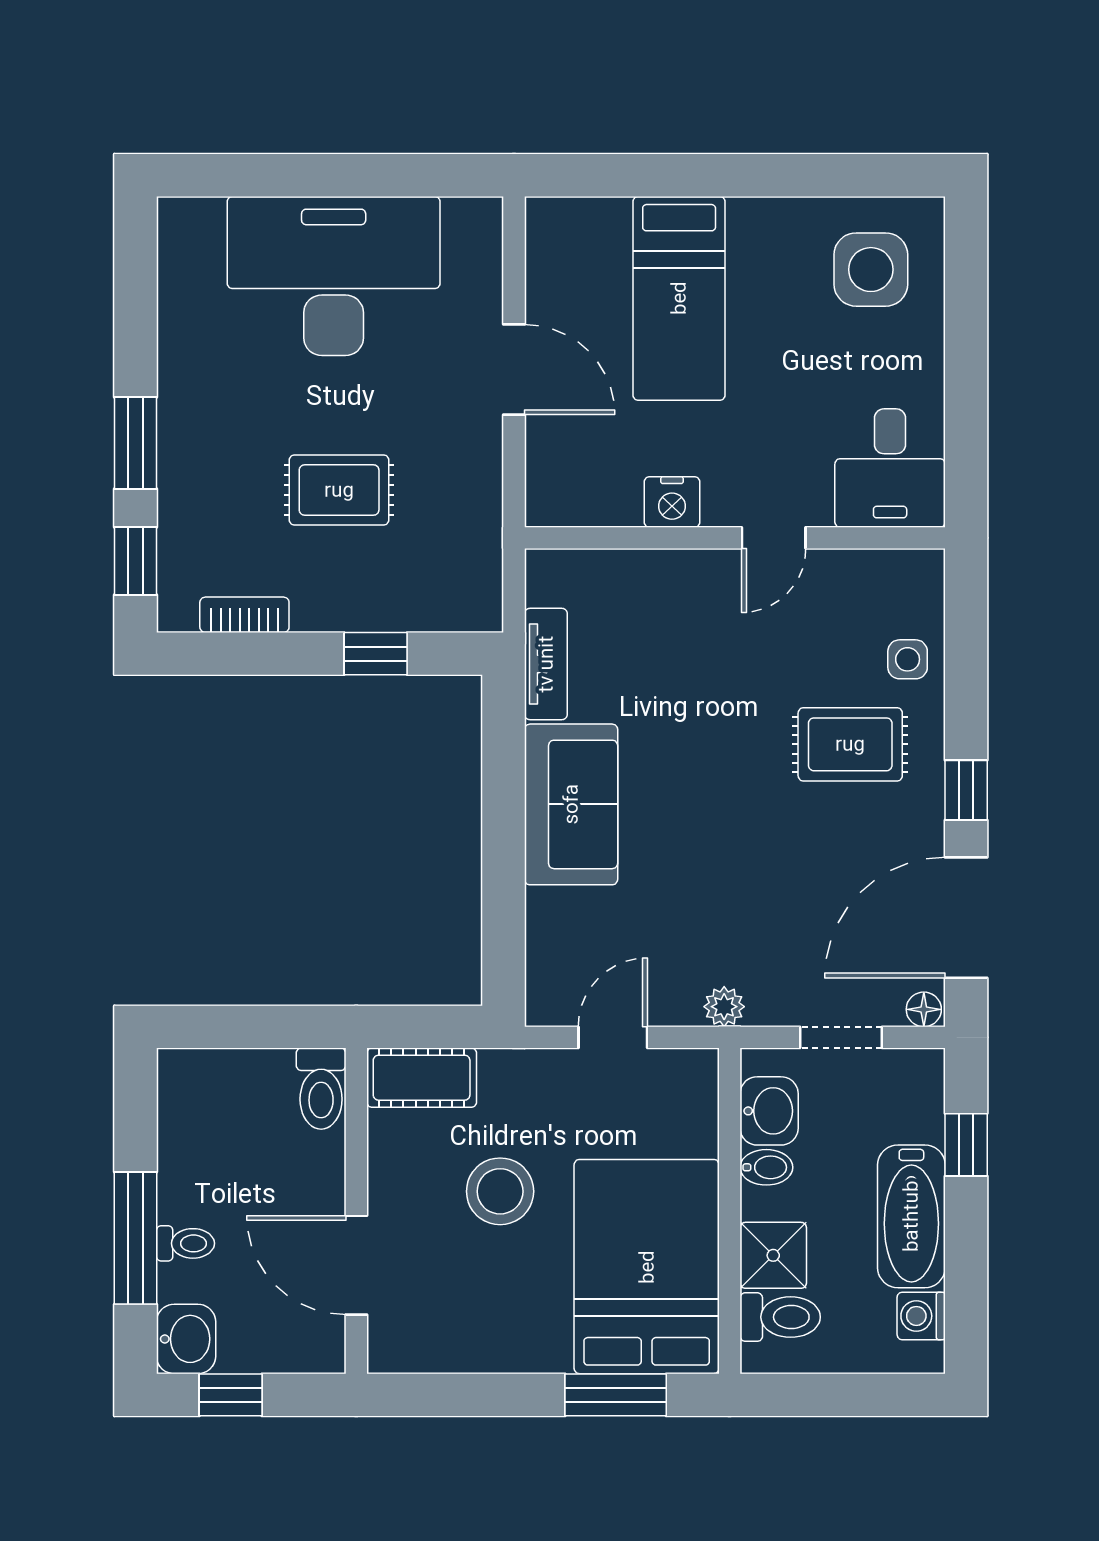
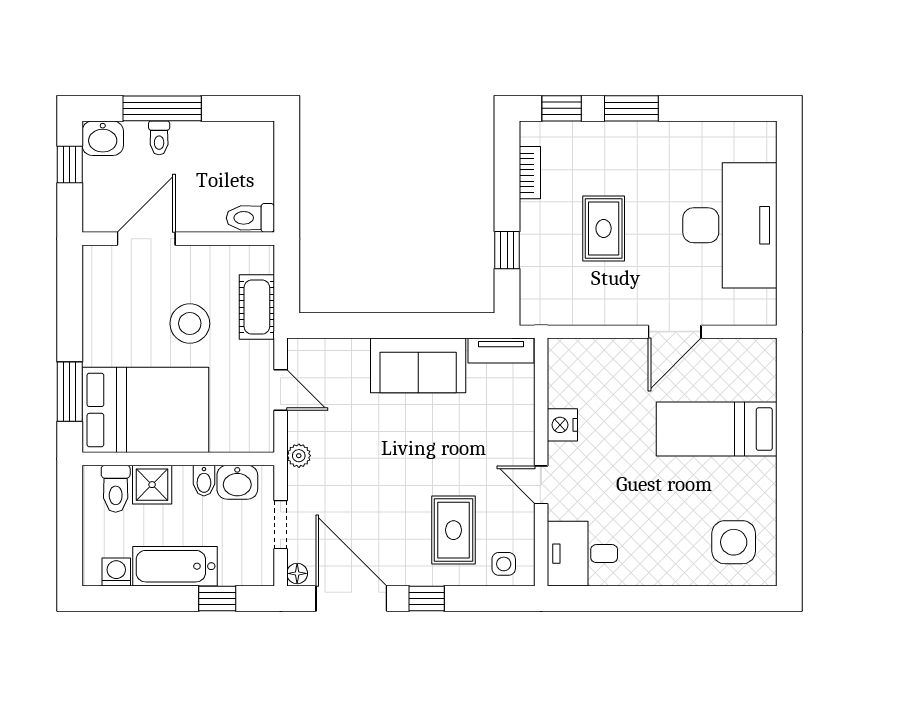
desk: (890, 468) -> (582, 554), moved
nightstand: (672, 502) -> (562, 425), moved
wall: (735, 538) -> (541, 462), moved
door: (774, 538) -> (541, 485), moved
cot: (422, 1078) -> (257, 307), moved

